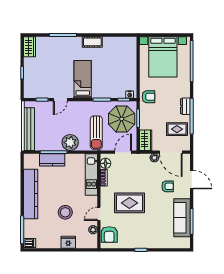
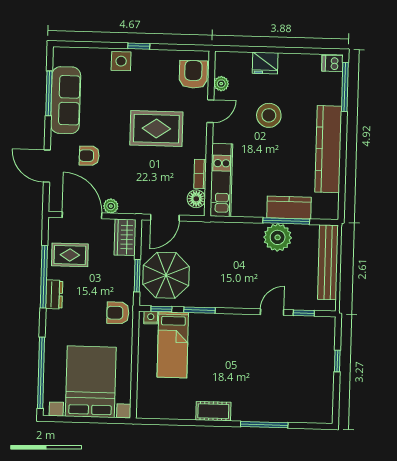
wardrobe: (30, 47) -> (323, 406), removed
bed: (83, 79) -> (173, 345), moved
sun lounger: (96, 133) -> (211, 253), removed
plant: (70, 142) -> (278, 237), moved
side table: (151, 241) -> (121, 61), added

